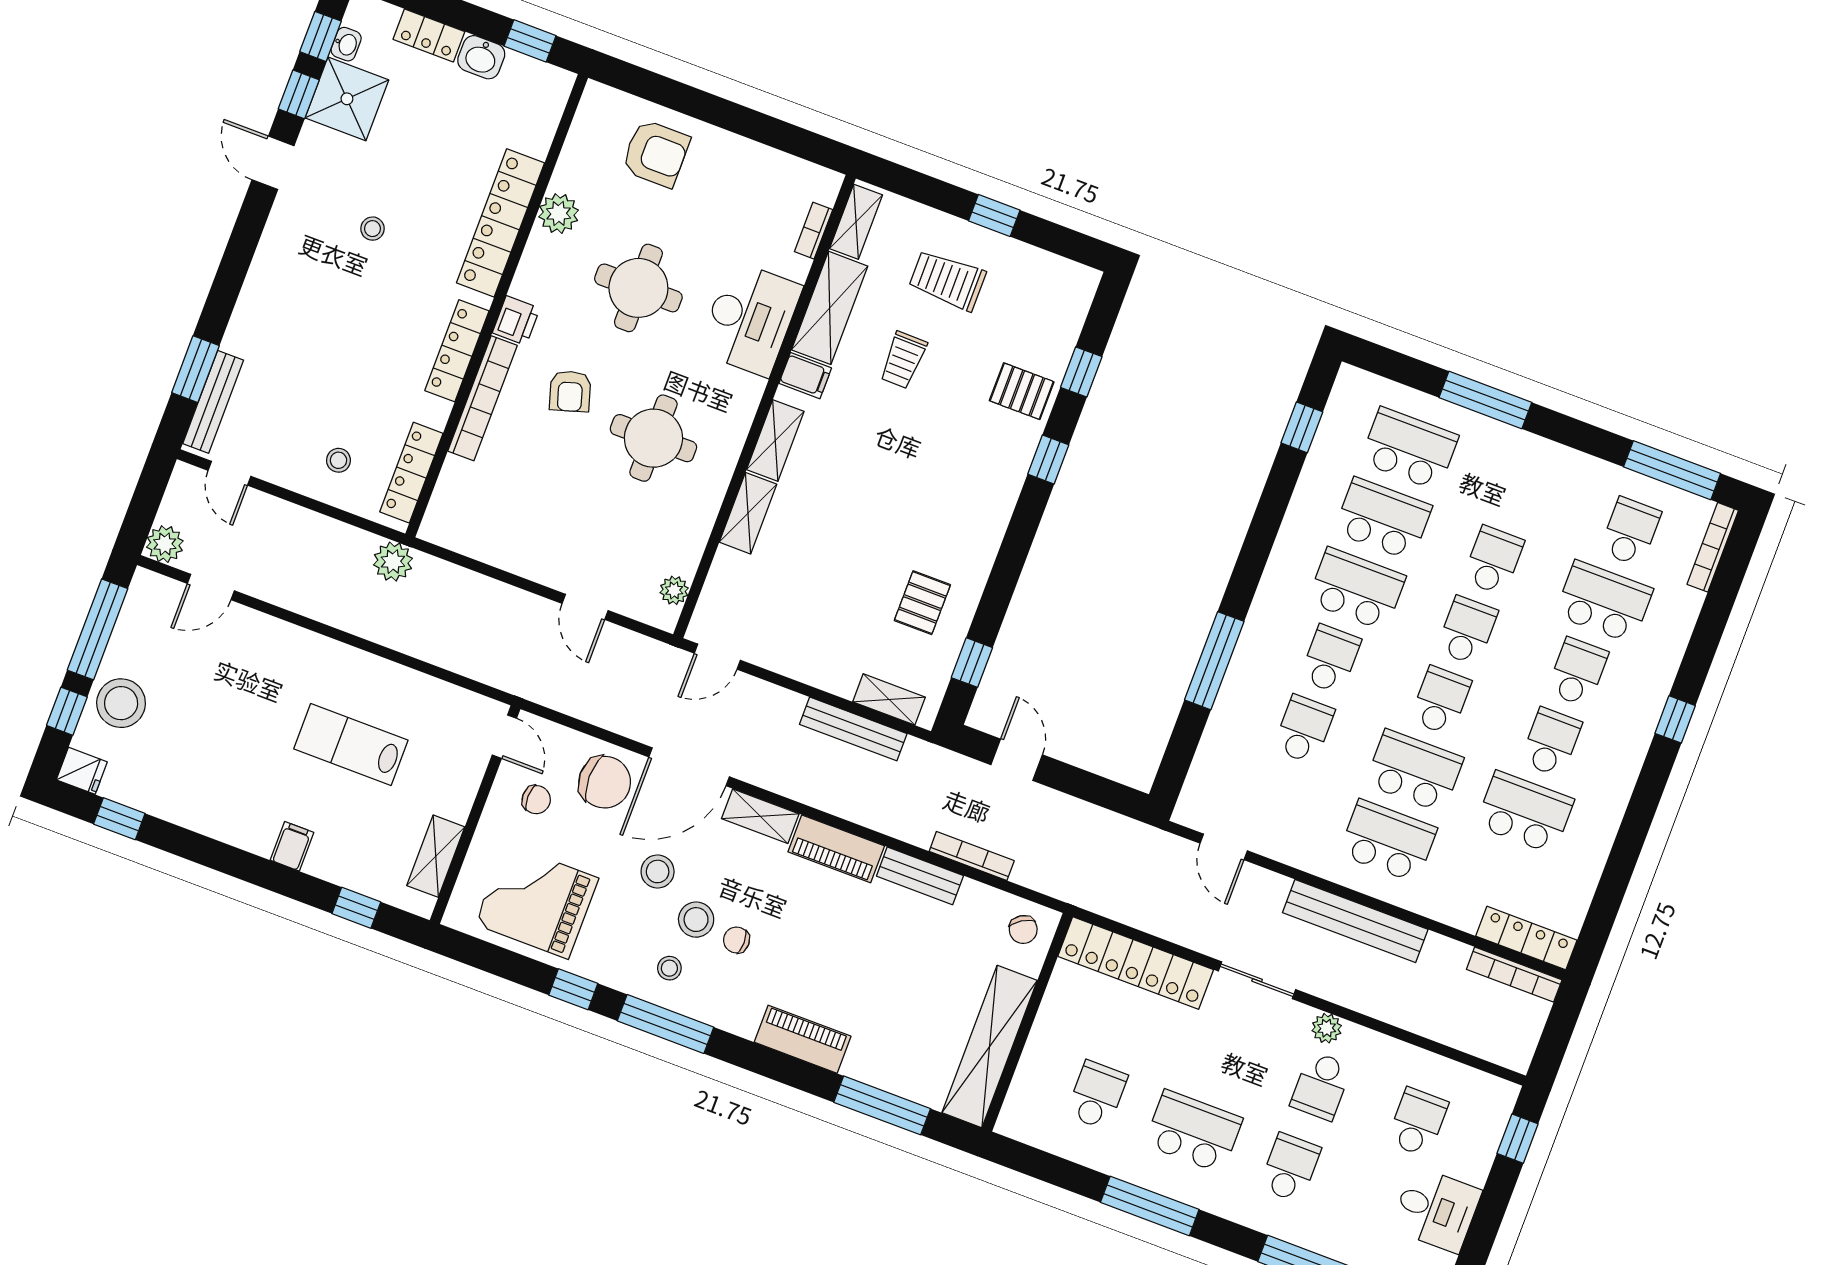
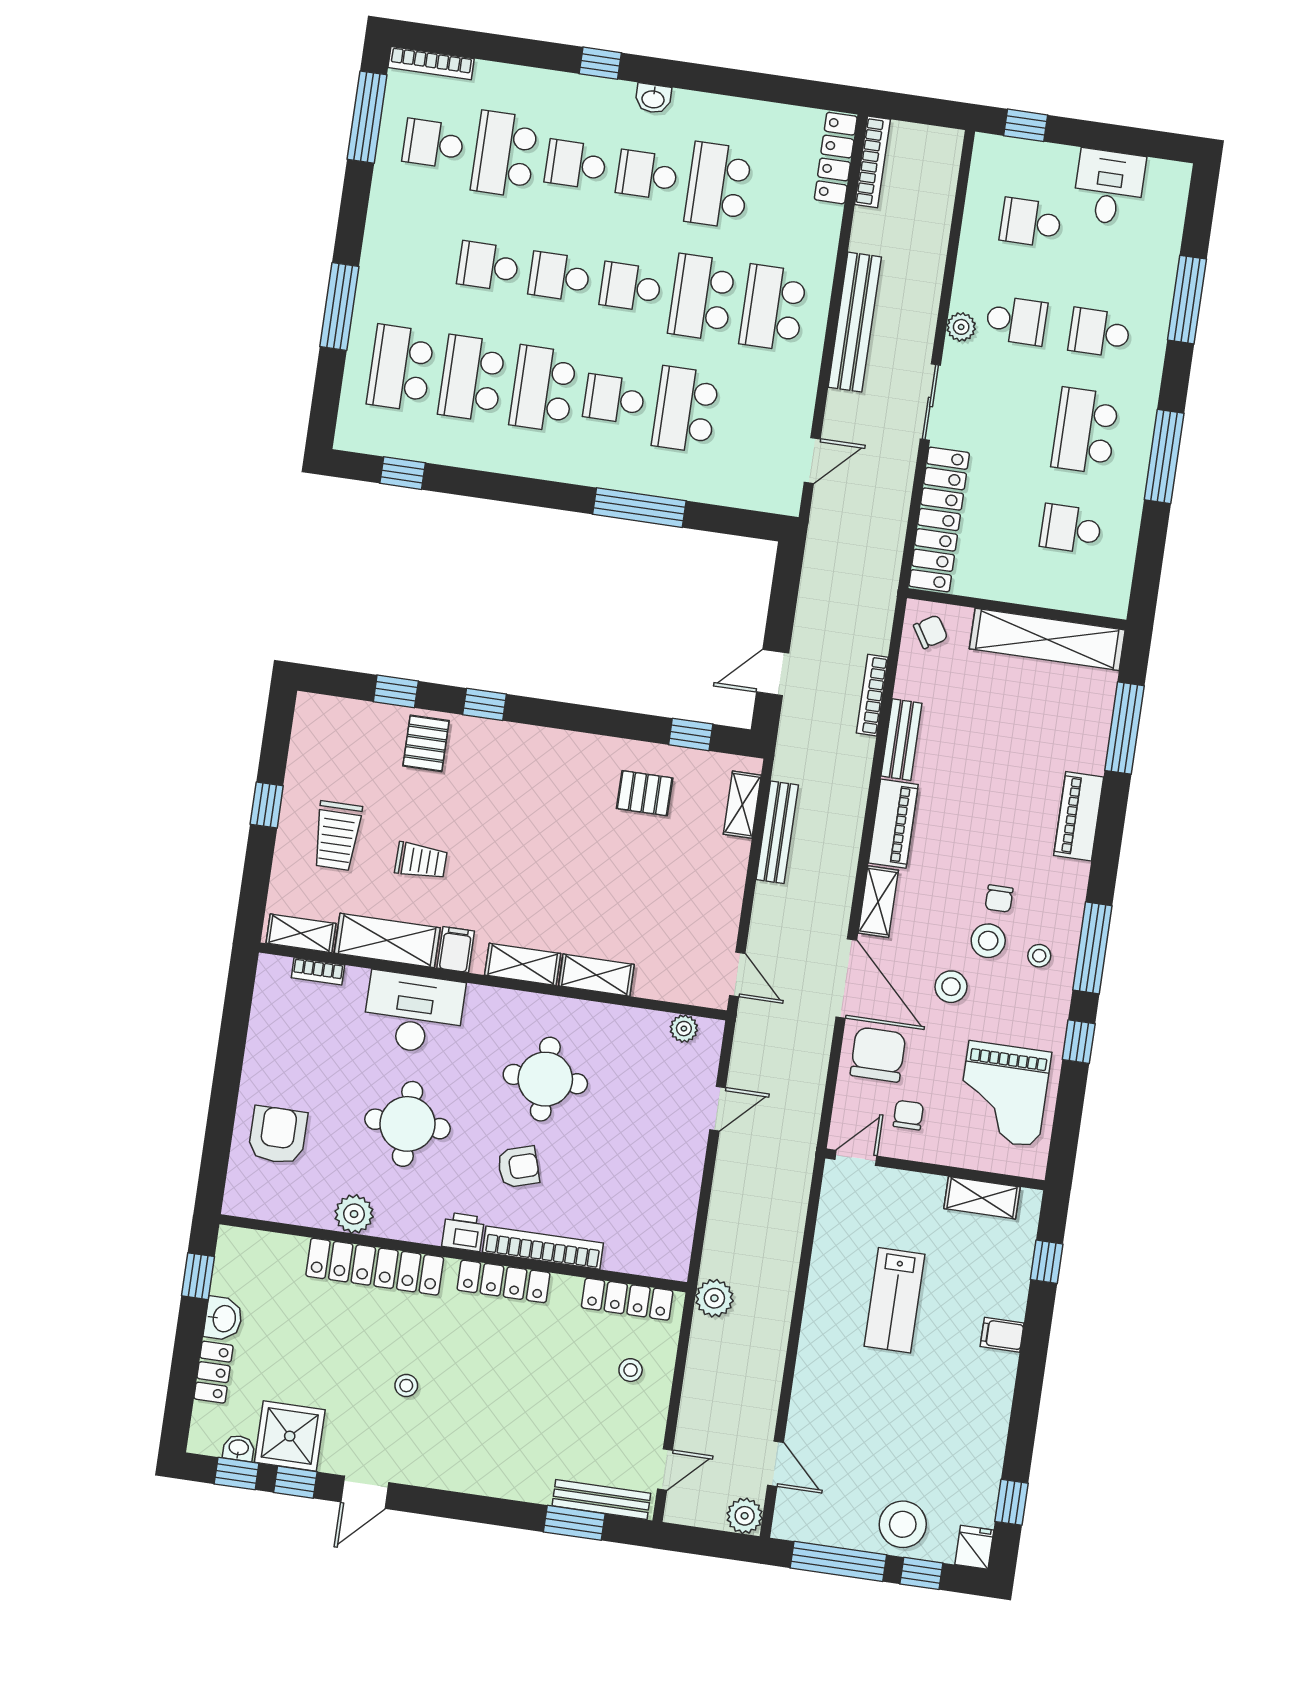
school desk: (1304, 729) -> (685, 409), width x1.85
washbasin: (1627, 765) -> (653, 99), added

